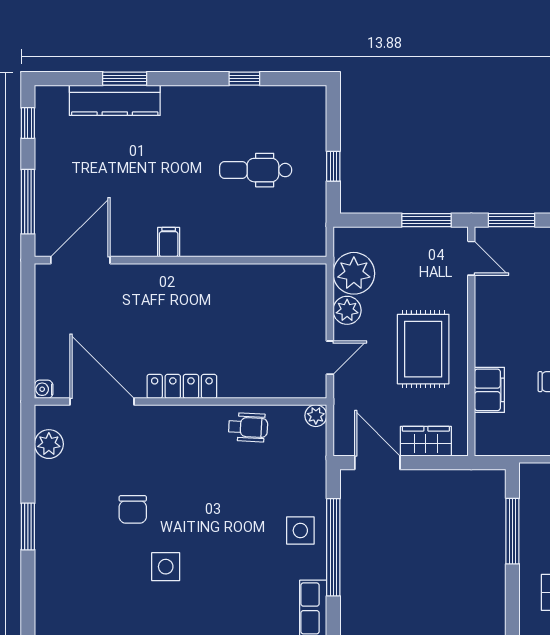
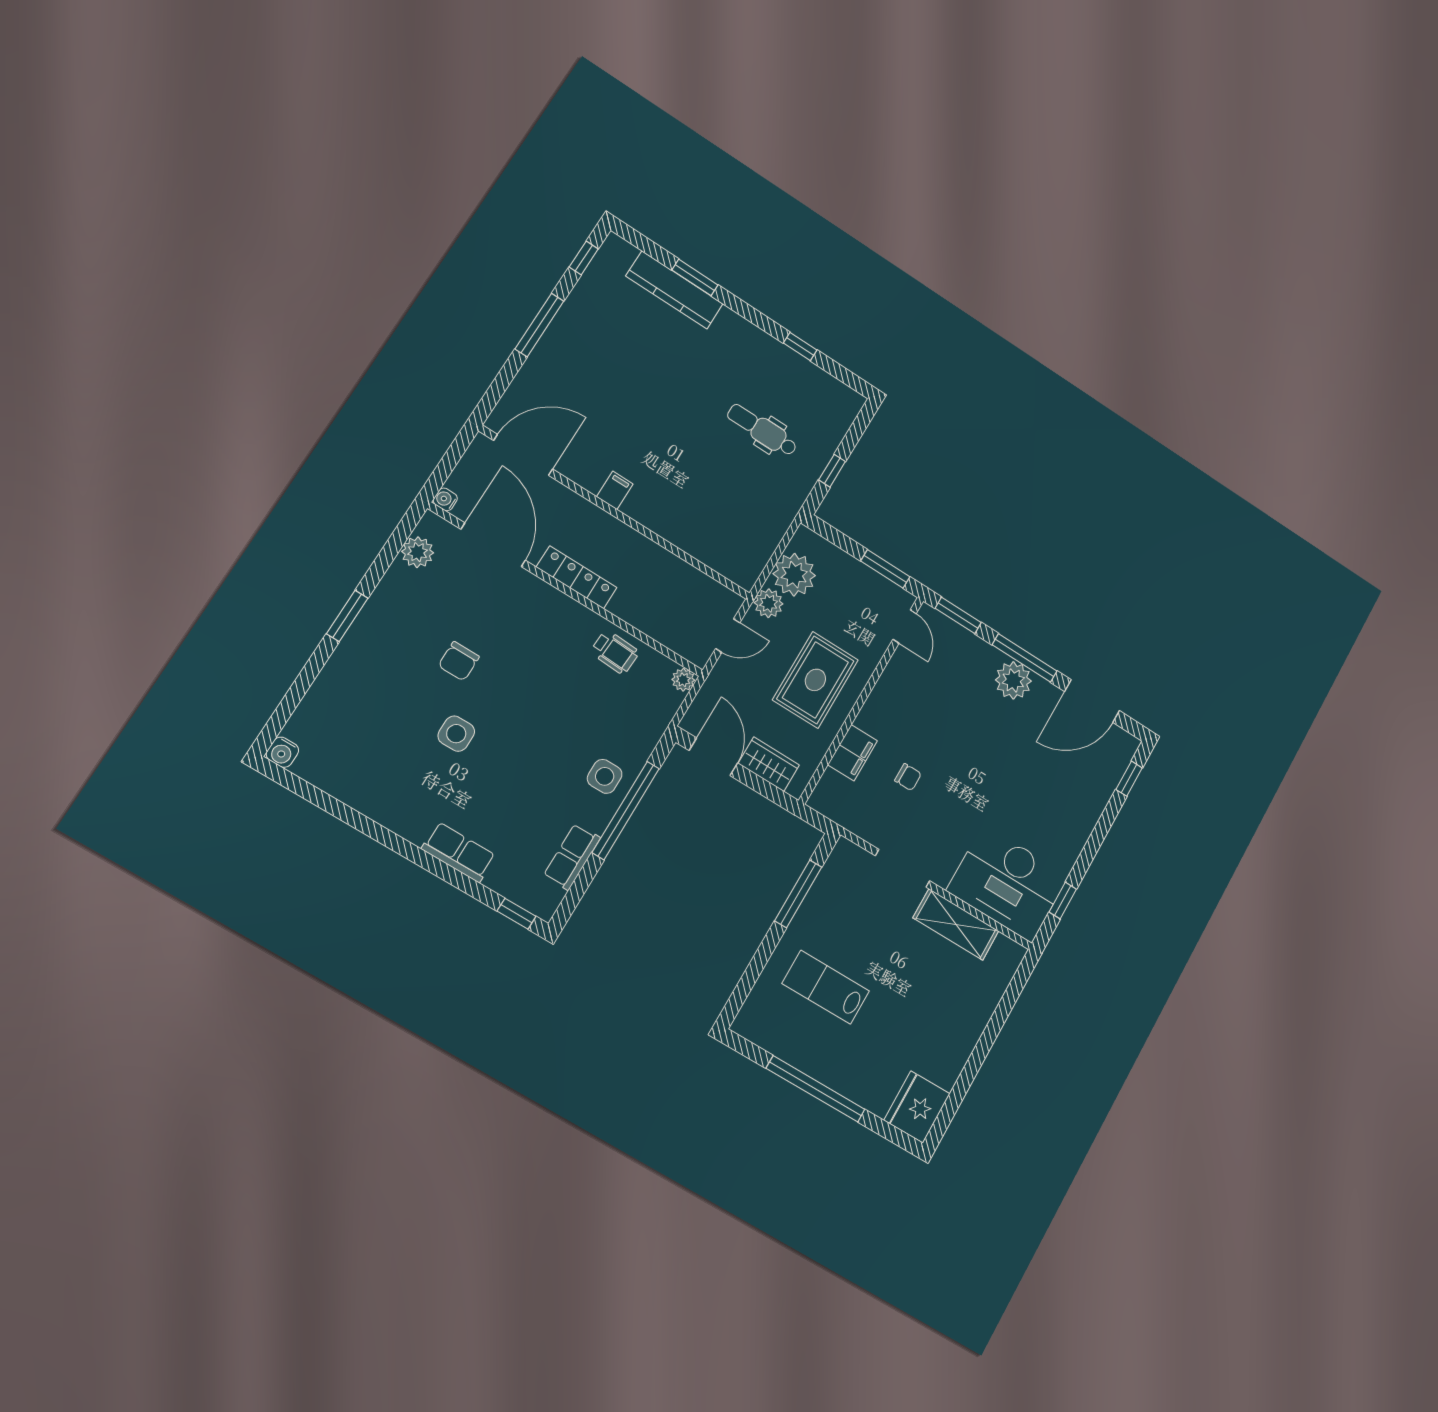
filing cabinet: (169, 242) -> (615, 490), moved
door: (80, 260) -> (523, 455), moved
wall: (181, 260) -> (616, 513), moved

